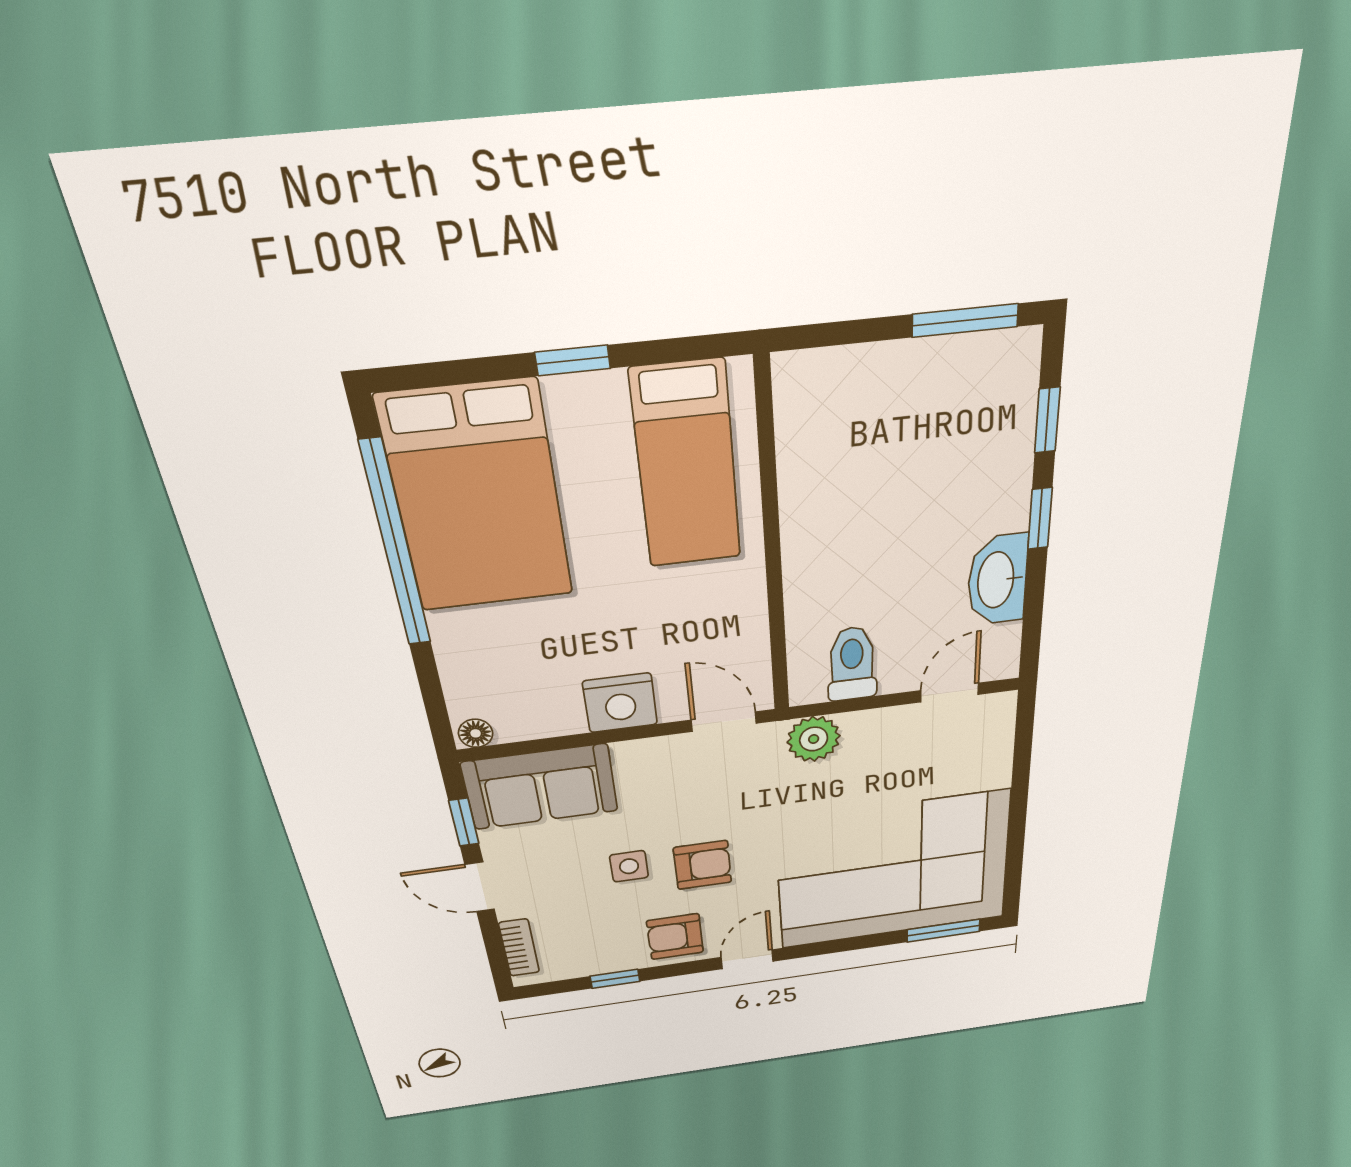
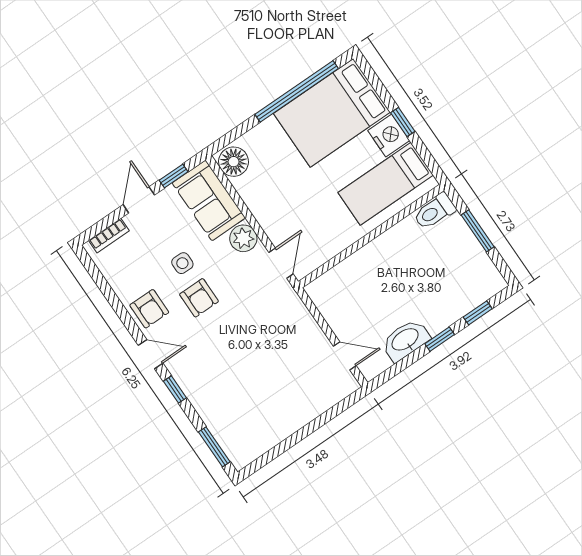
window: (965, 320) -> (478, 231), moved
toilet: (852, 664) -> (434, 211), moved, turned 180
nightstand: (620, 703) -> (389, 136), moved, turned 180
floor lamp: (476, 733) -> (234, 162), width x1.89, depth x1.89
plant: (814, 739) -> (243, 238), moved
corner sofa: (894, 870) -> (239, 395), removed
armchair: (675, 937) -> (149, 309), turned 180
window: (615, 979) -> (175, 390), moved

